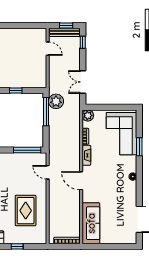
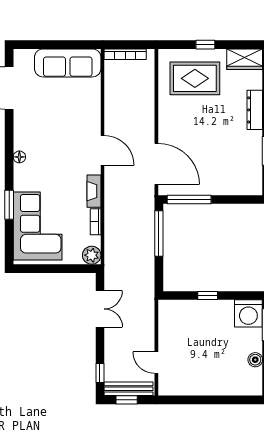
plant: (56, 101) -> (143, 278), removed
window: (46, 112) -> (159, 234), moved
door: (48, 172) -> (156, 164), width x1.87
rug: (26, 211) -> (195, 78), moved, turned 90
sofa: (91, 223) -> (68, 63), moved, turned -90

